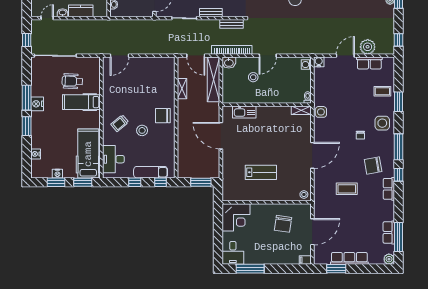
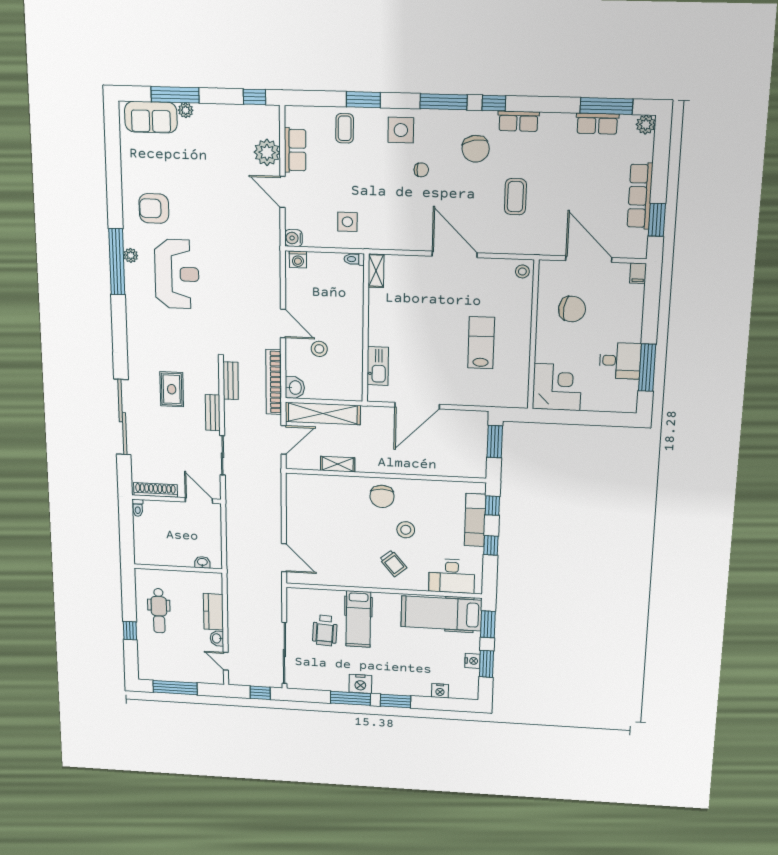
side table: (321, 112) -> (347, 222), moved
desk: (233, 253) -> (620, 361), moved

